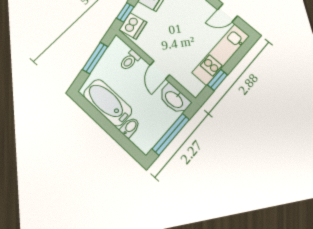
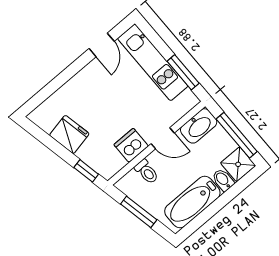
dishwasher: (133, 26) -> (131, 145), moved, turned -78
window: (217, 80) -> (183, 72), width x1.50
shower: (145, 139) -> (238, 164), added

